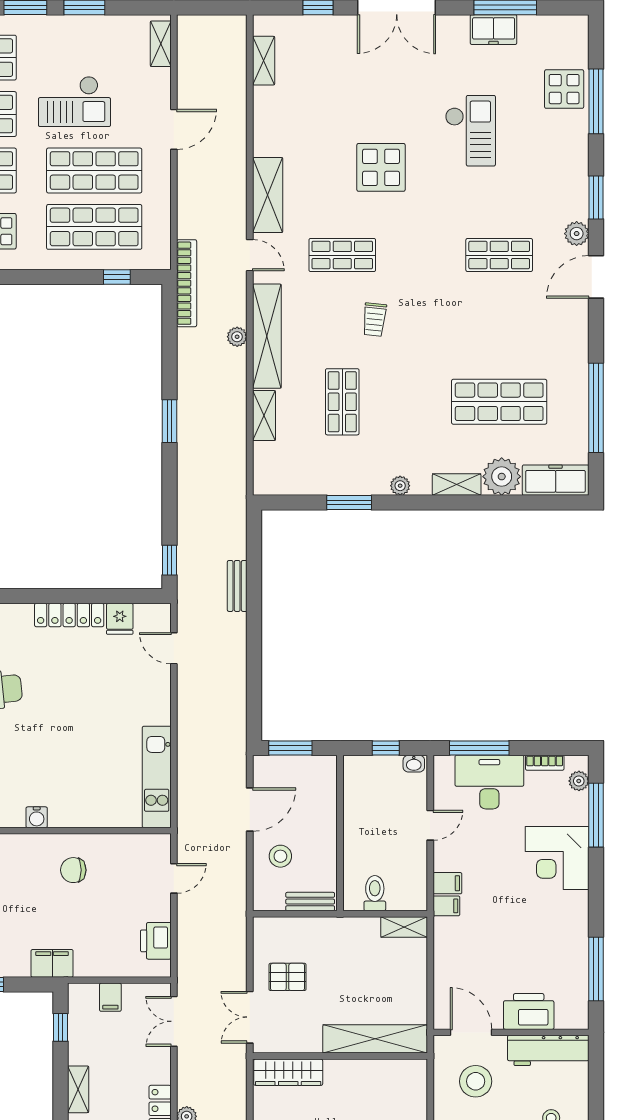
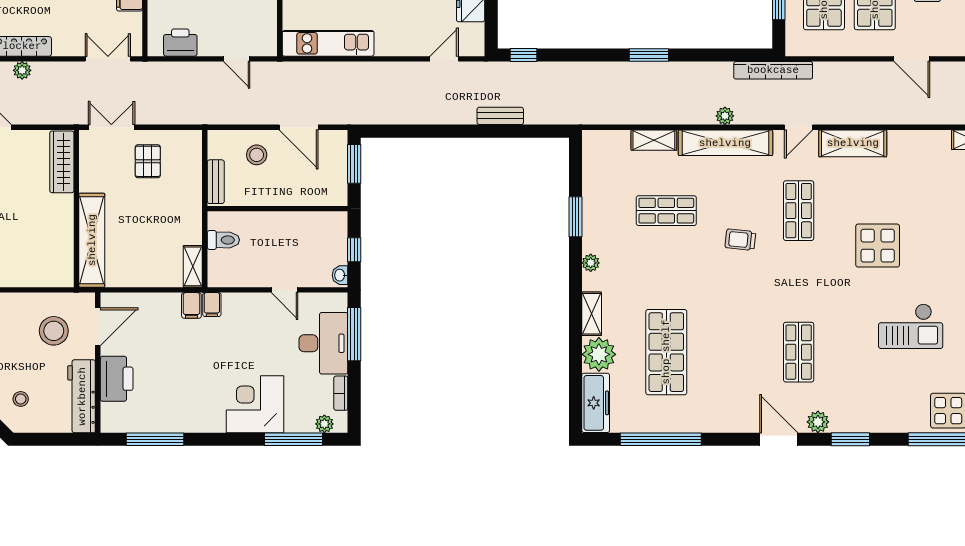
filing cabinet: (447, 883) -> (191, 305), moved

